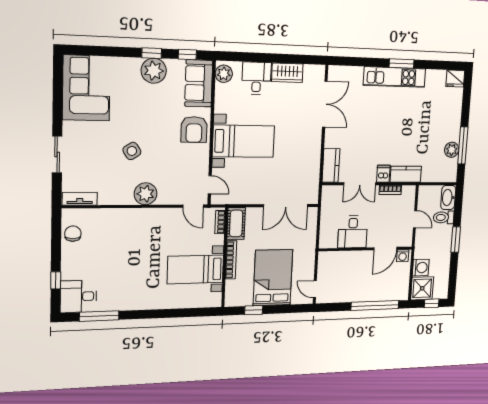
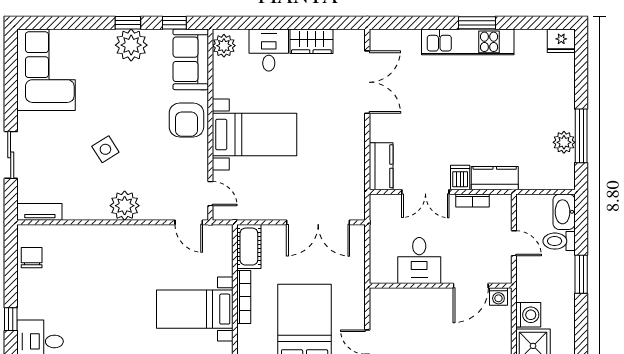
bookcase: (220, 222) -> (226, 244), removed

